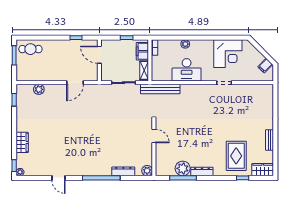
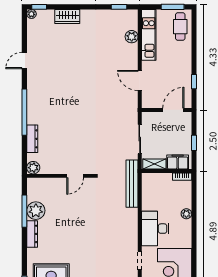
desk: (187, 70) -> (155, 229), moved
kitchen unit: (37, 75) -> (149, 35), added

